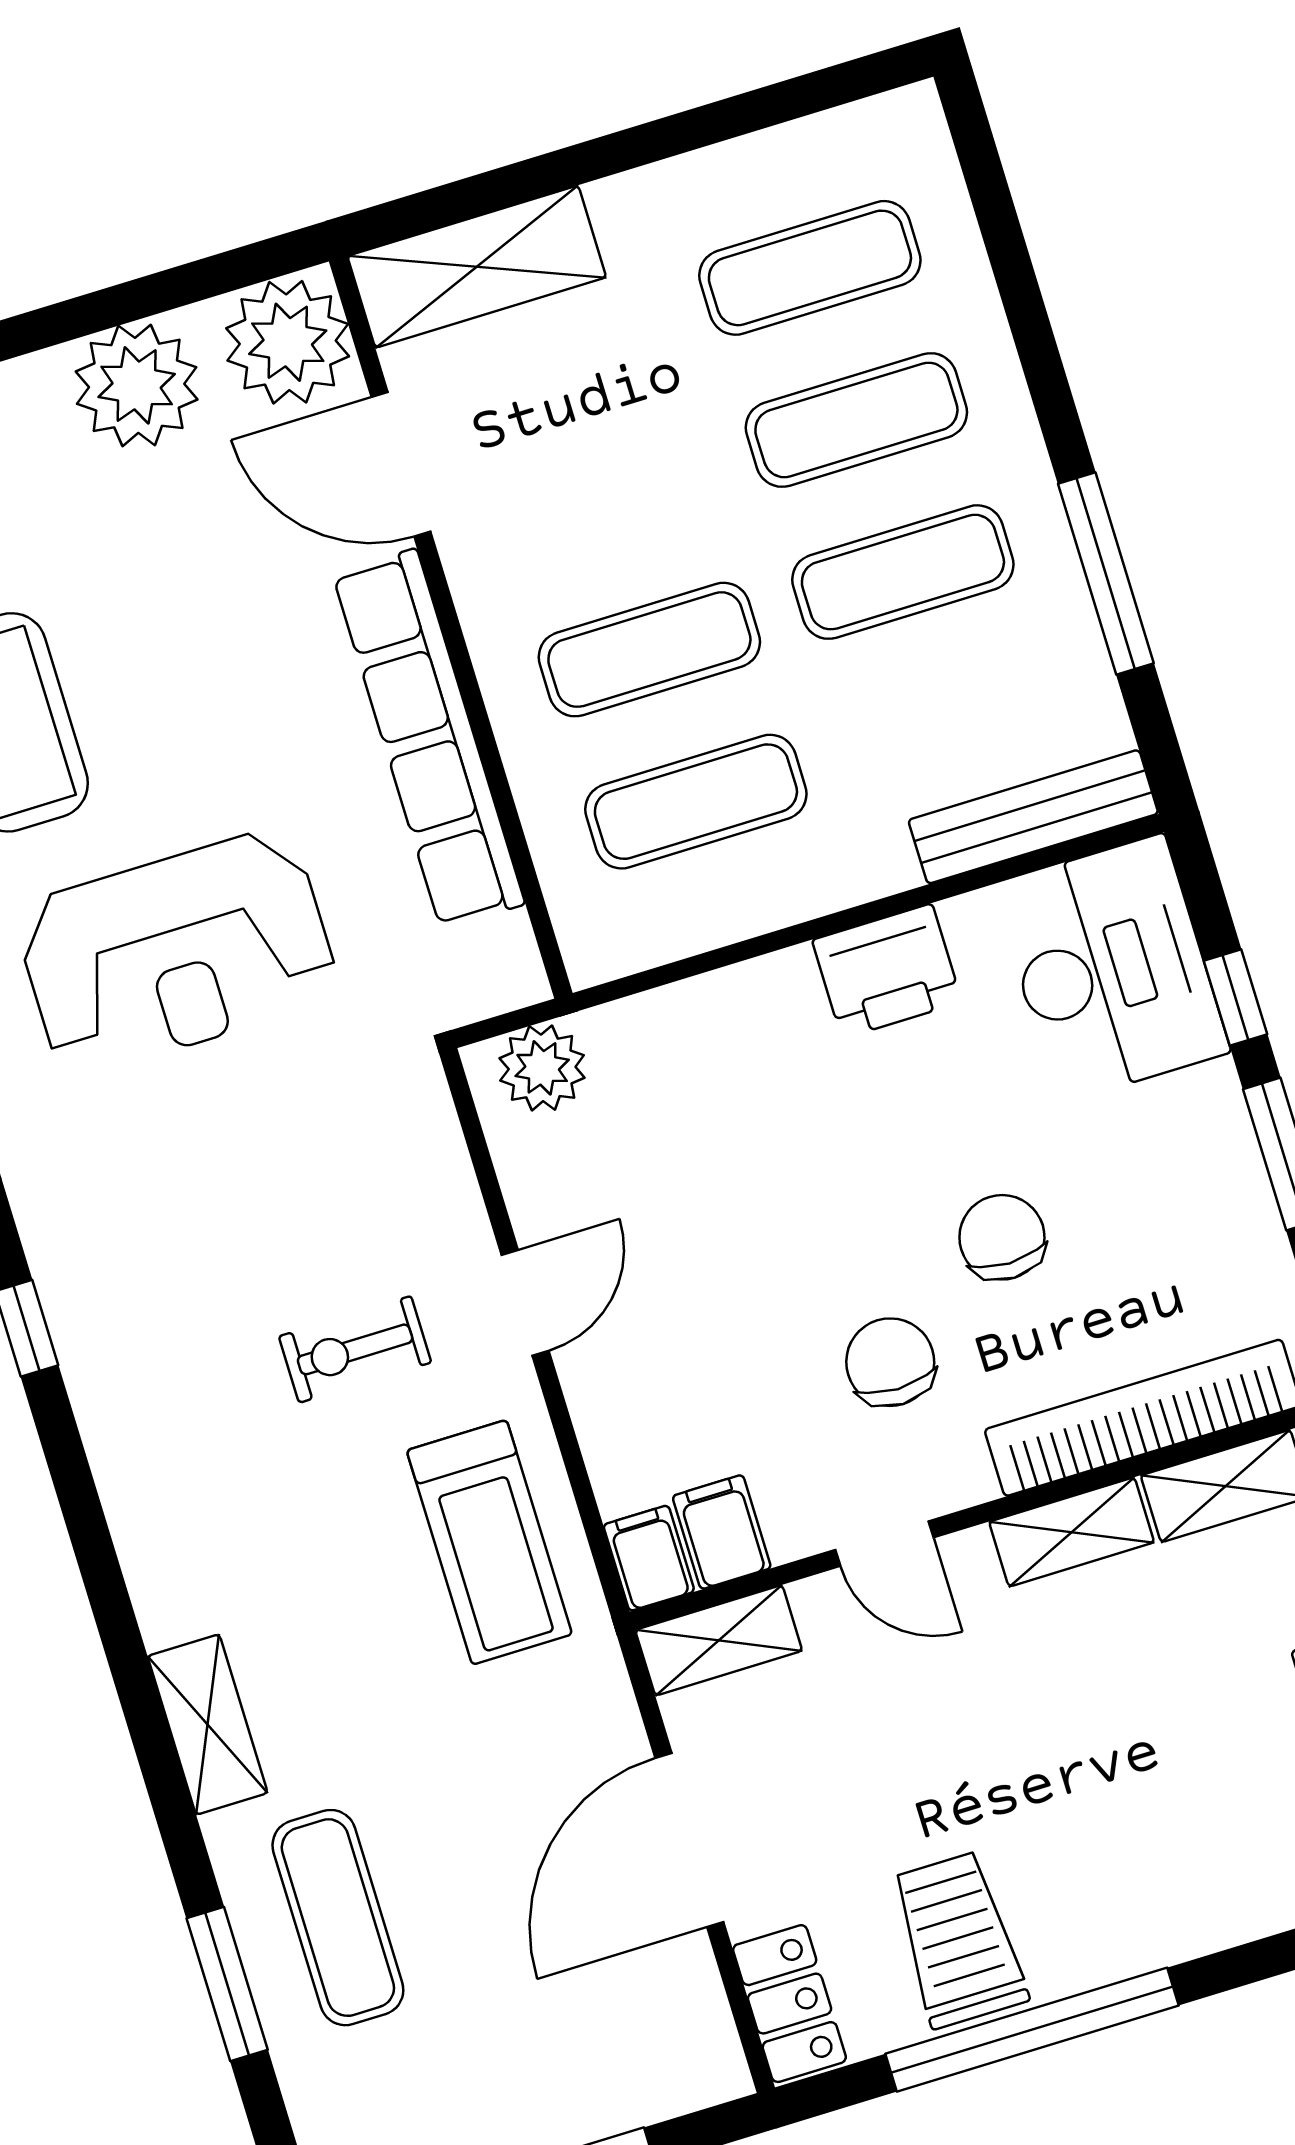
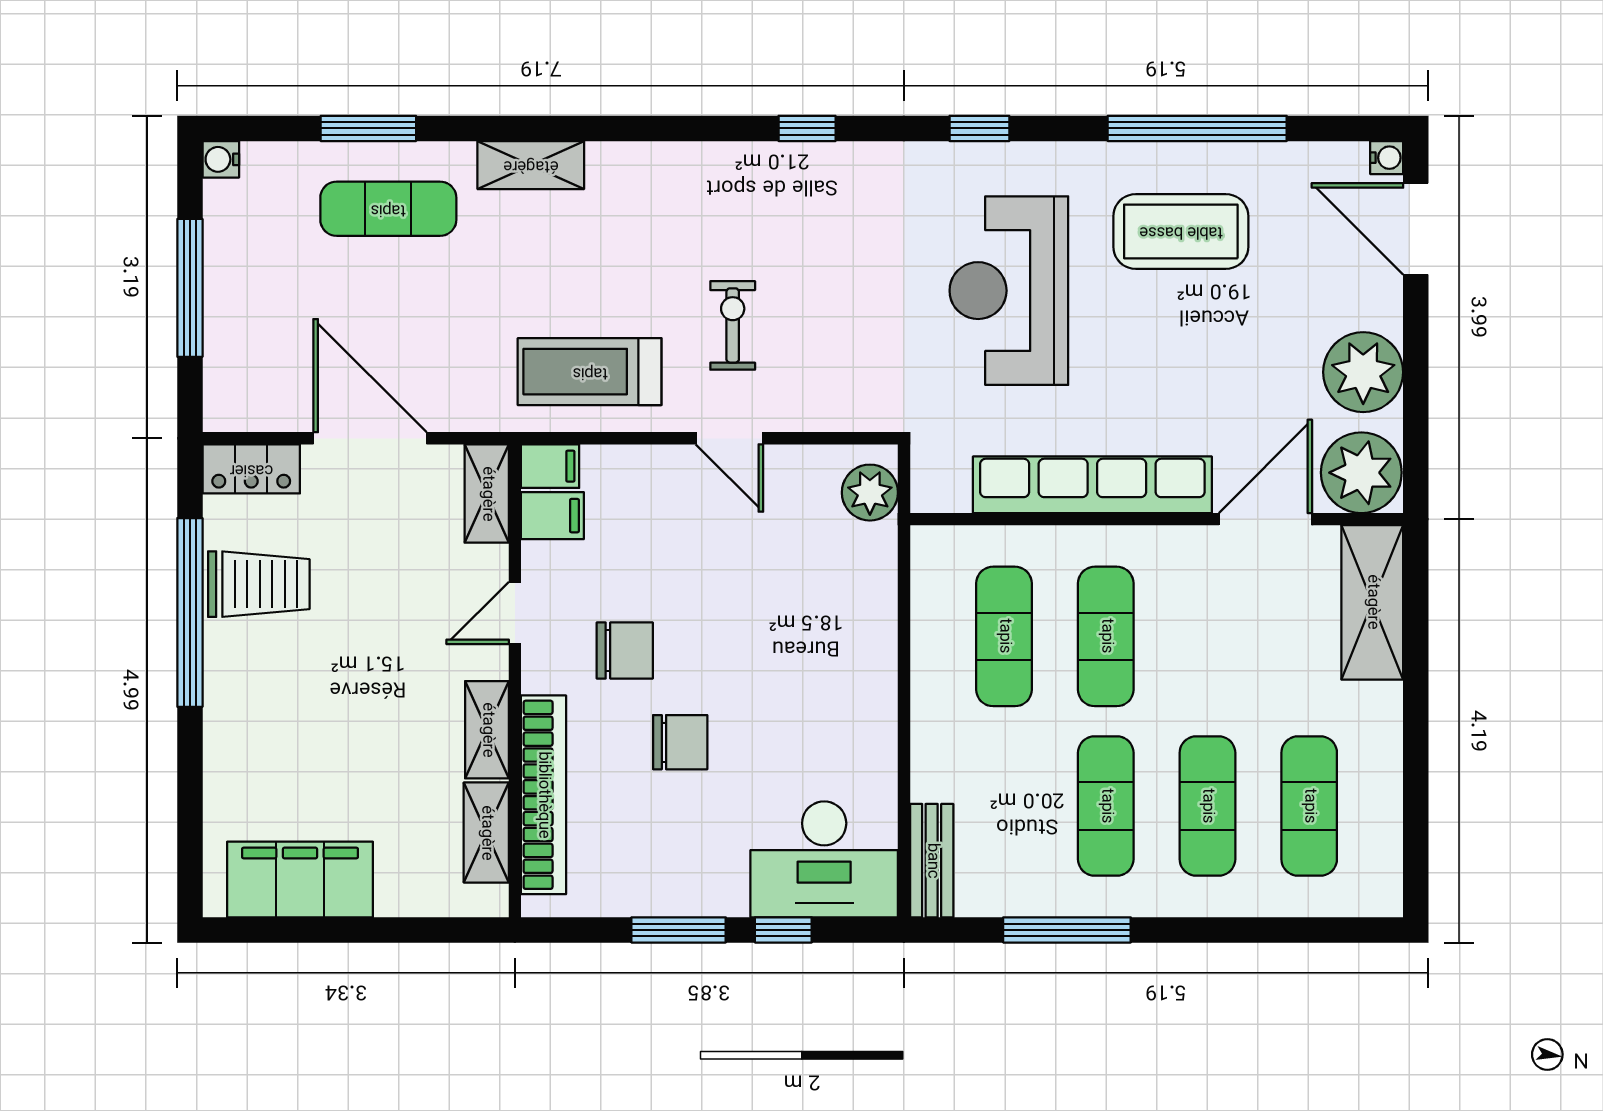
bench: (1033, 817) -> (932, 861), width x0.73
printer: (887, 971) -> (865, 722), removed

